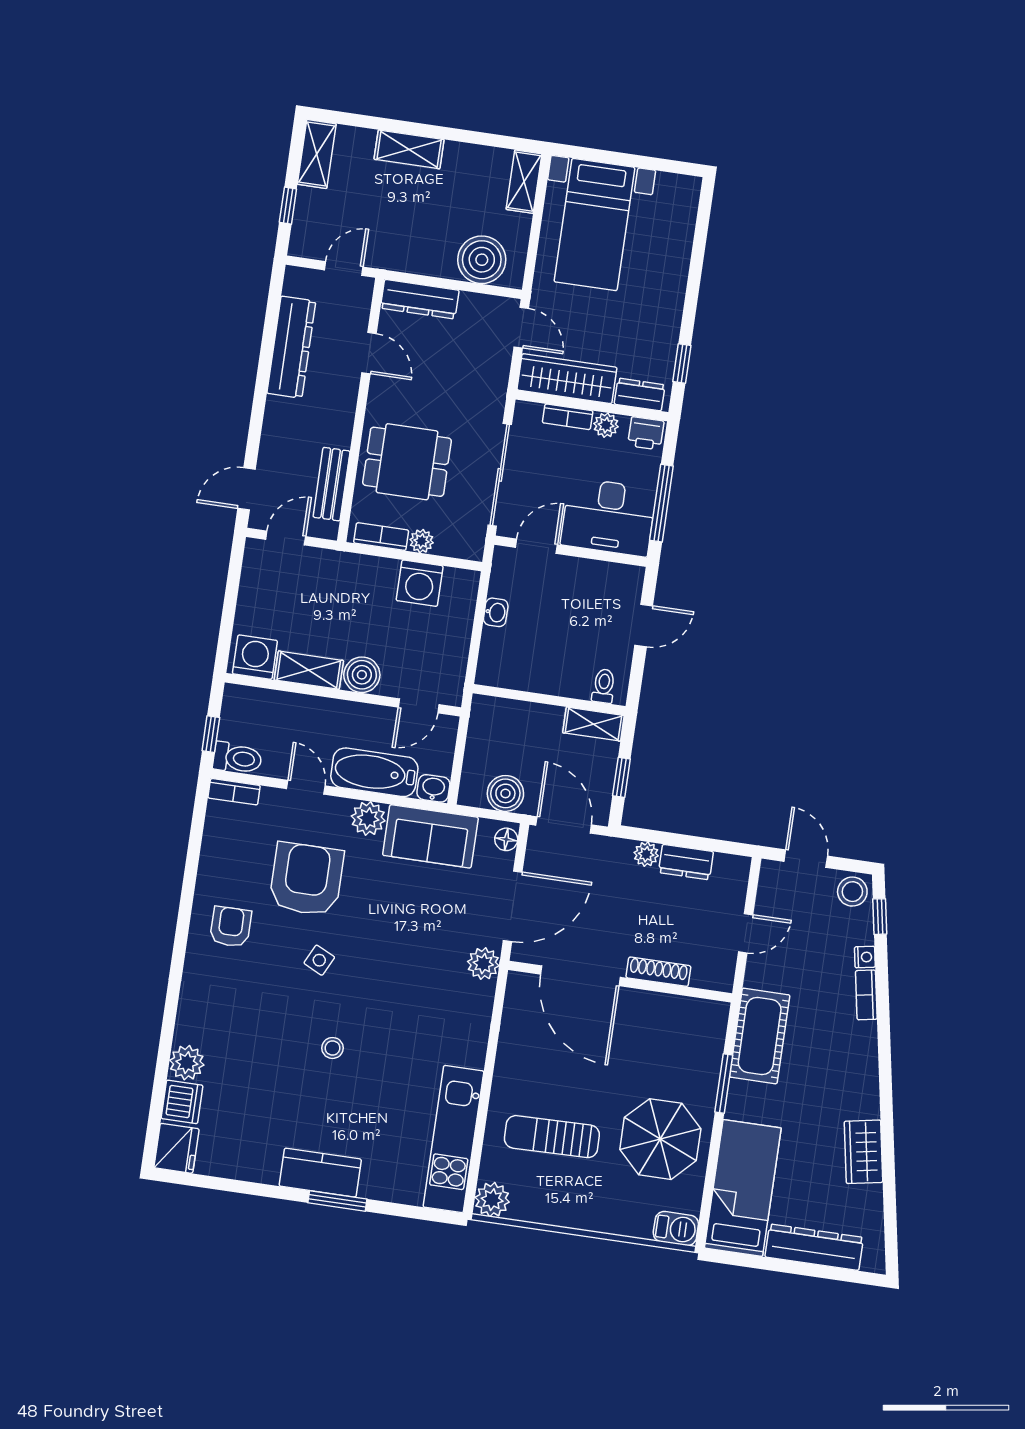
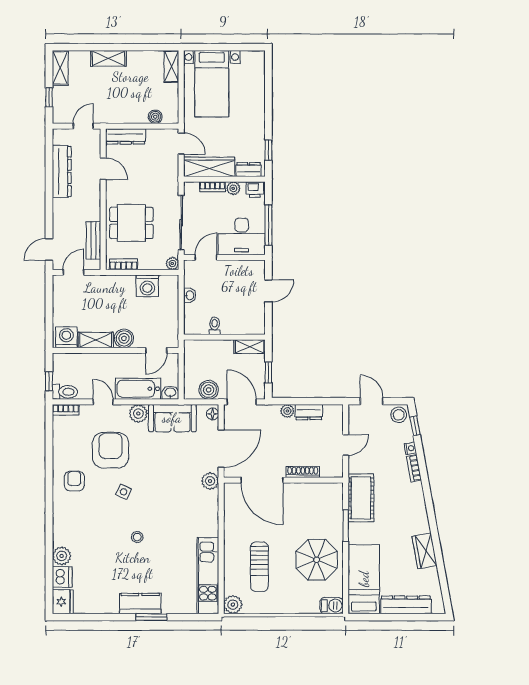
boiler: (482, 260) -> (155, 117), width x0.54, depth x0.54
plant: (422, 541) -> (172, 263), moved
toilet: (604, 686) -> (215, 326), moved
sun lounger: (552, 1137) -> (259, 567), turned -89

